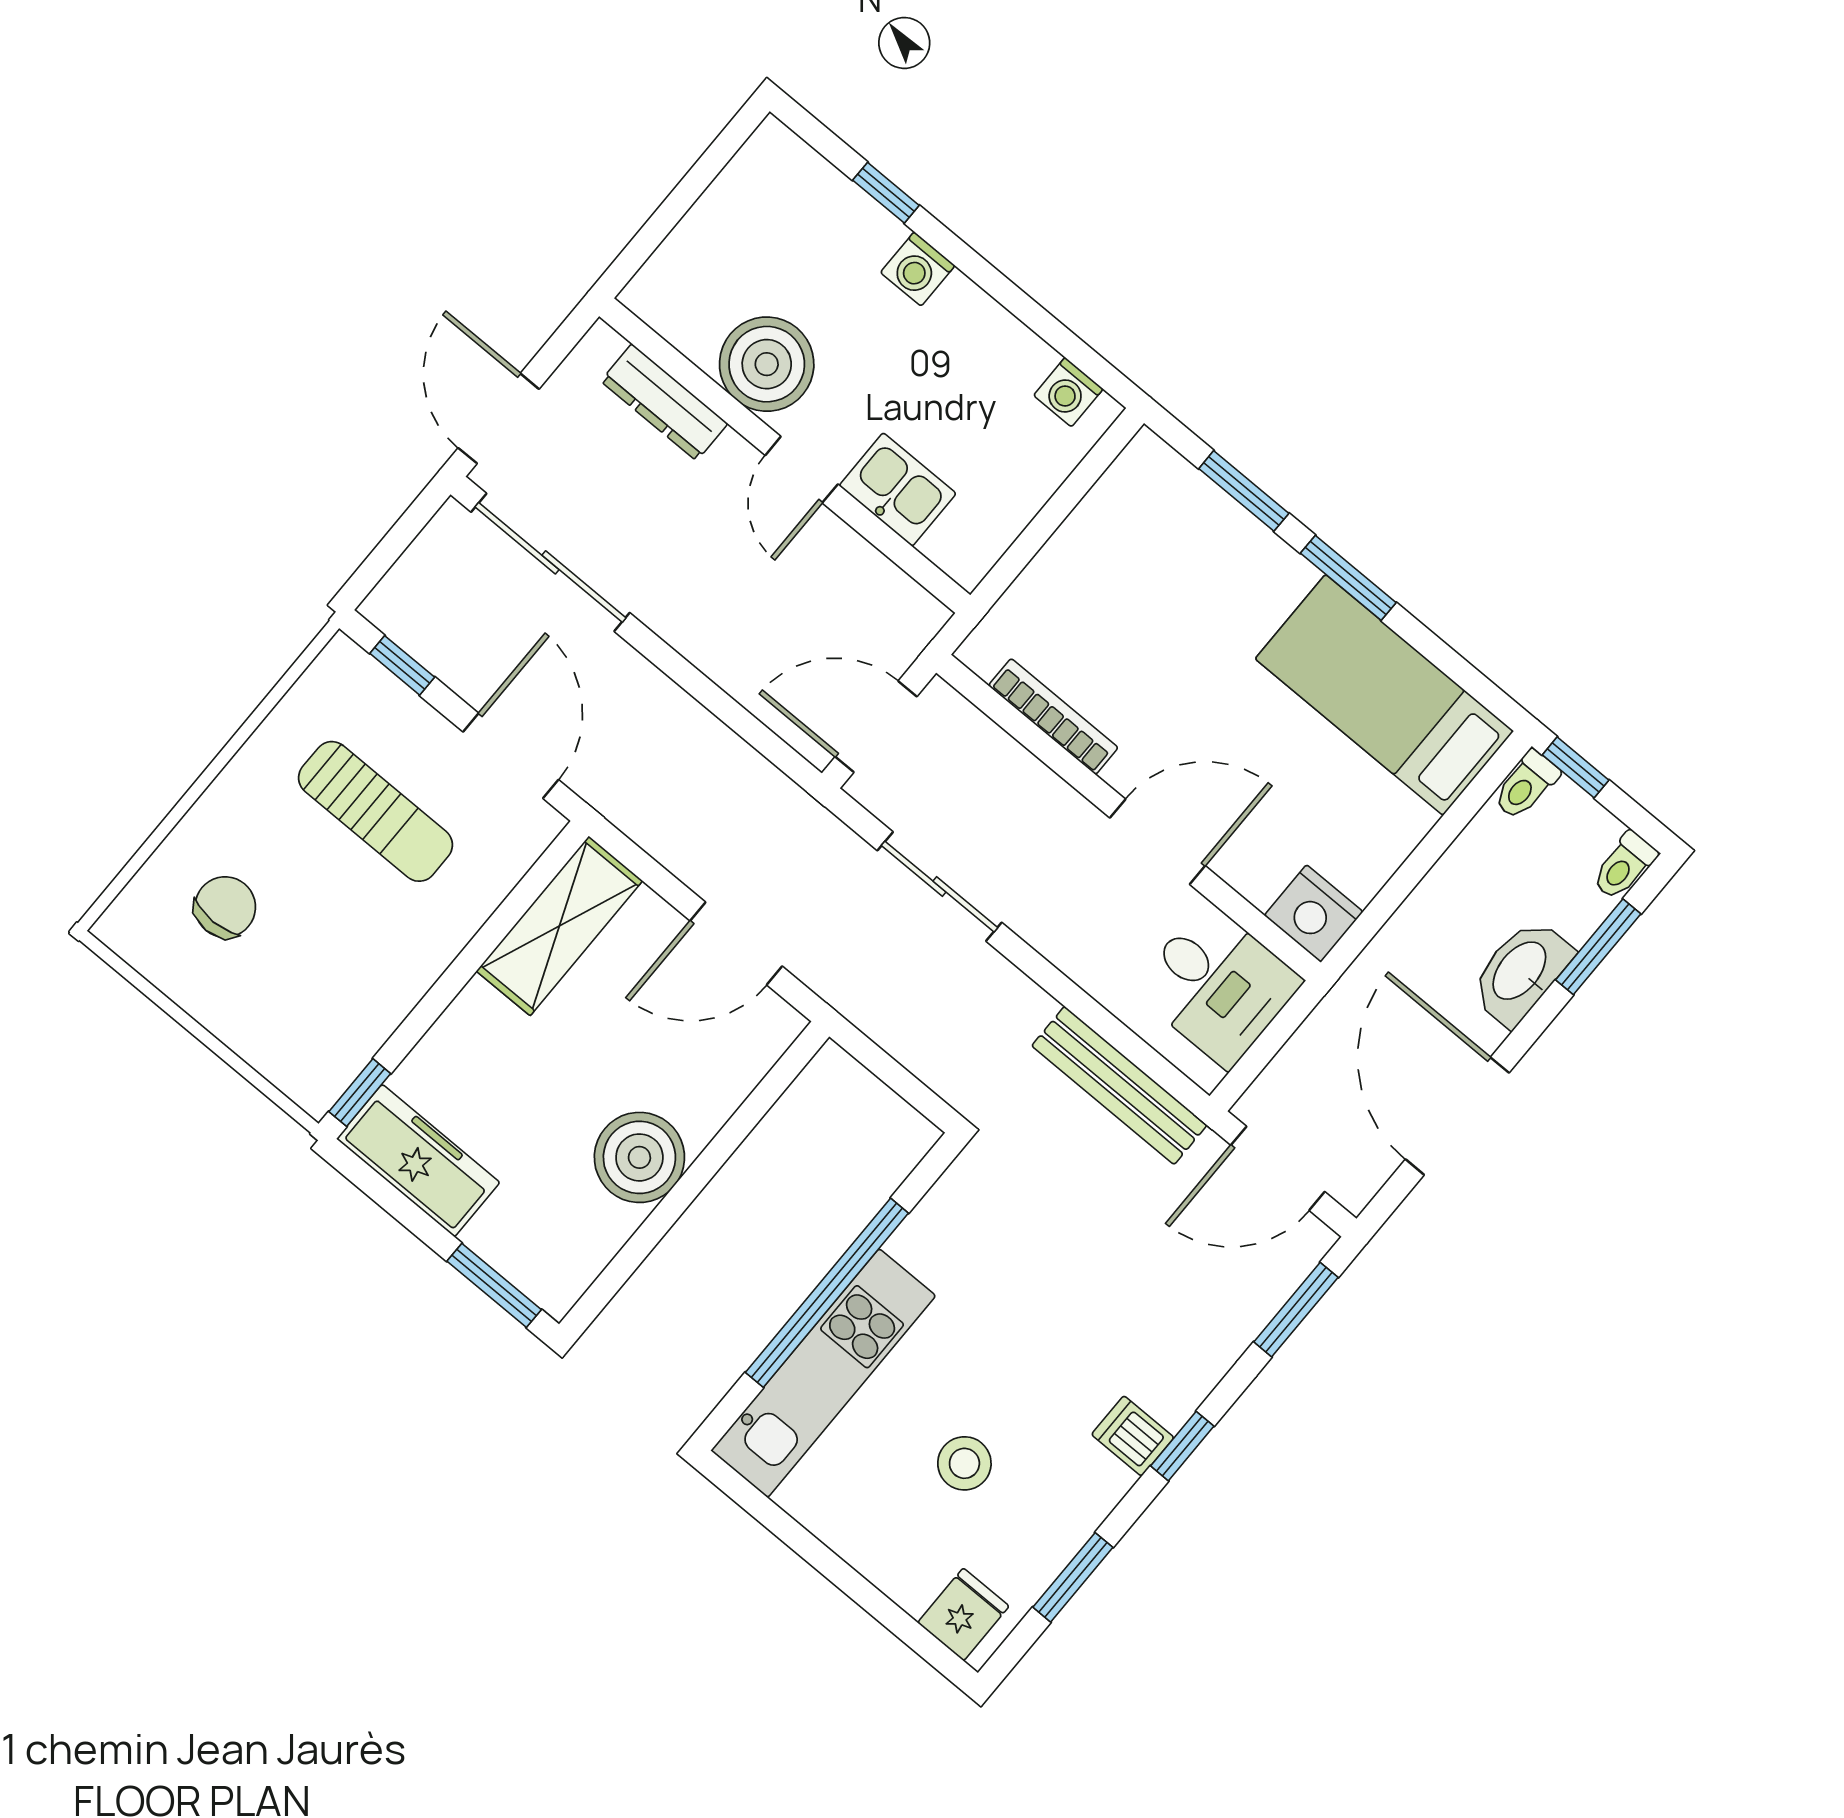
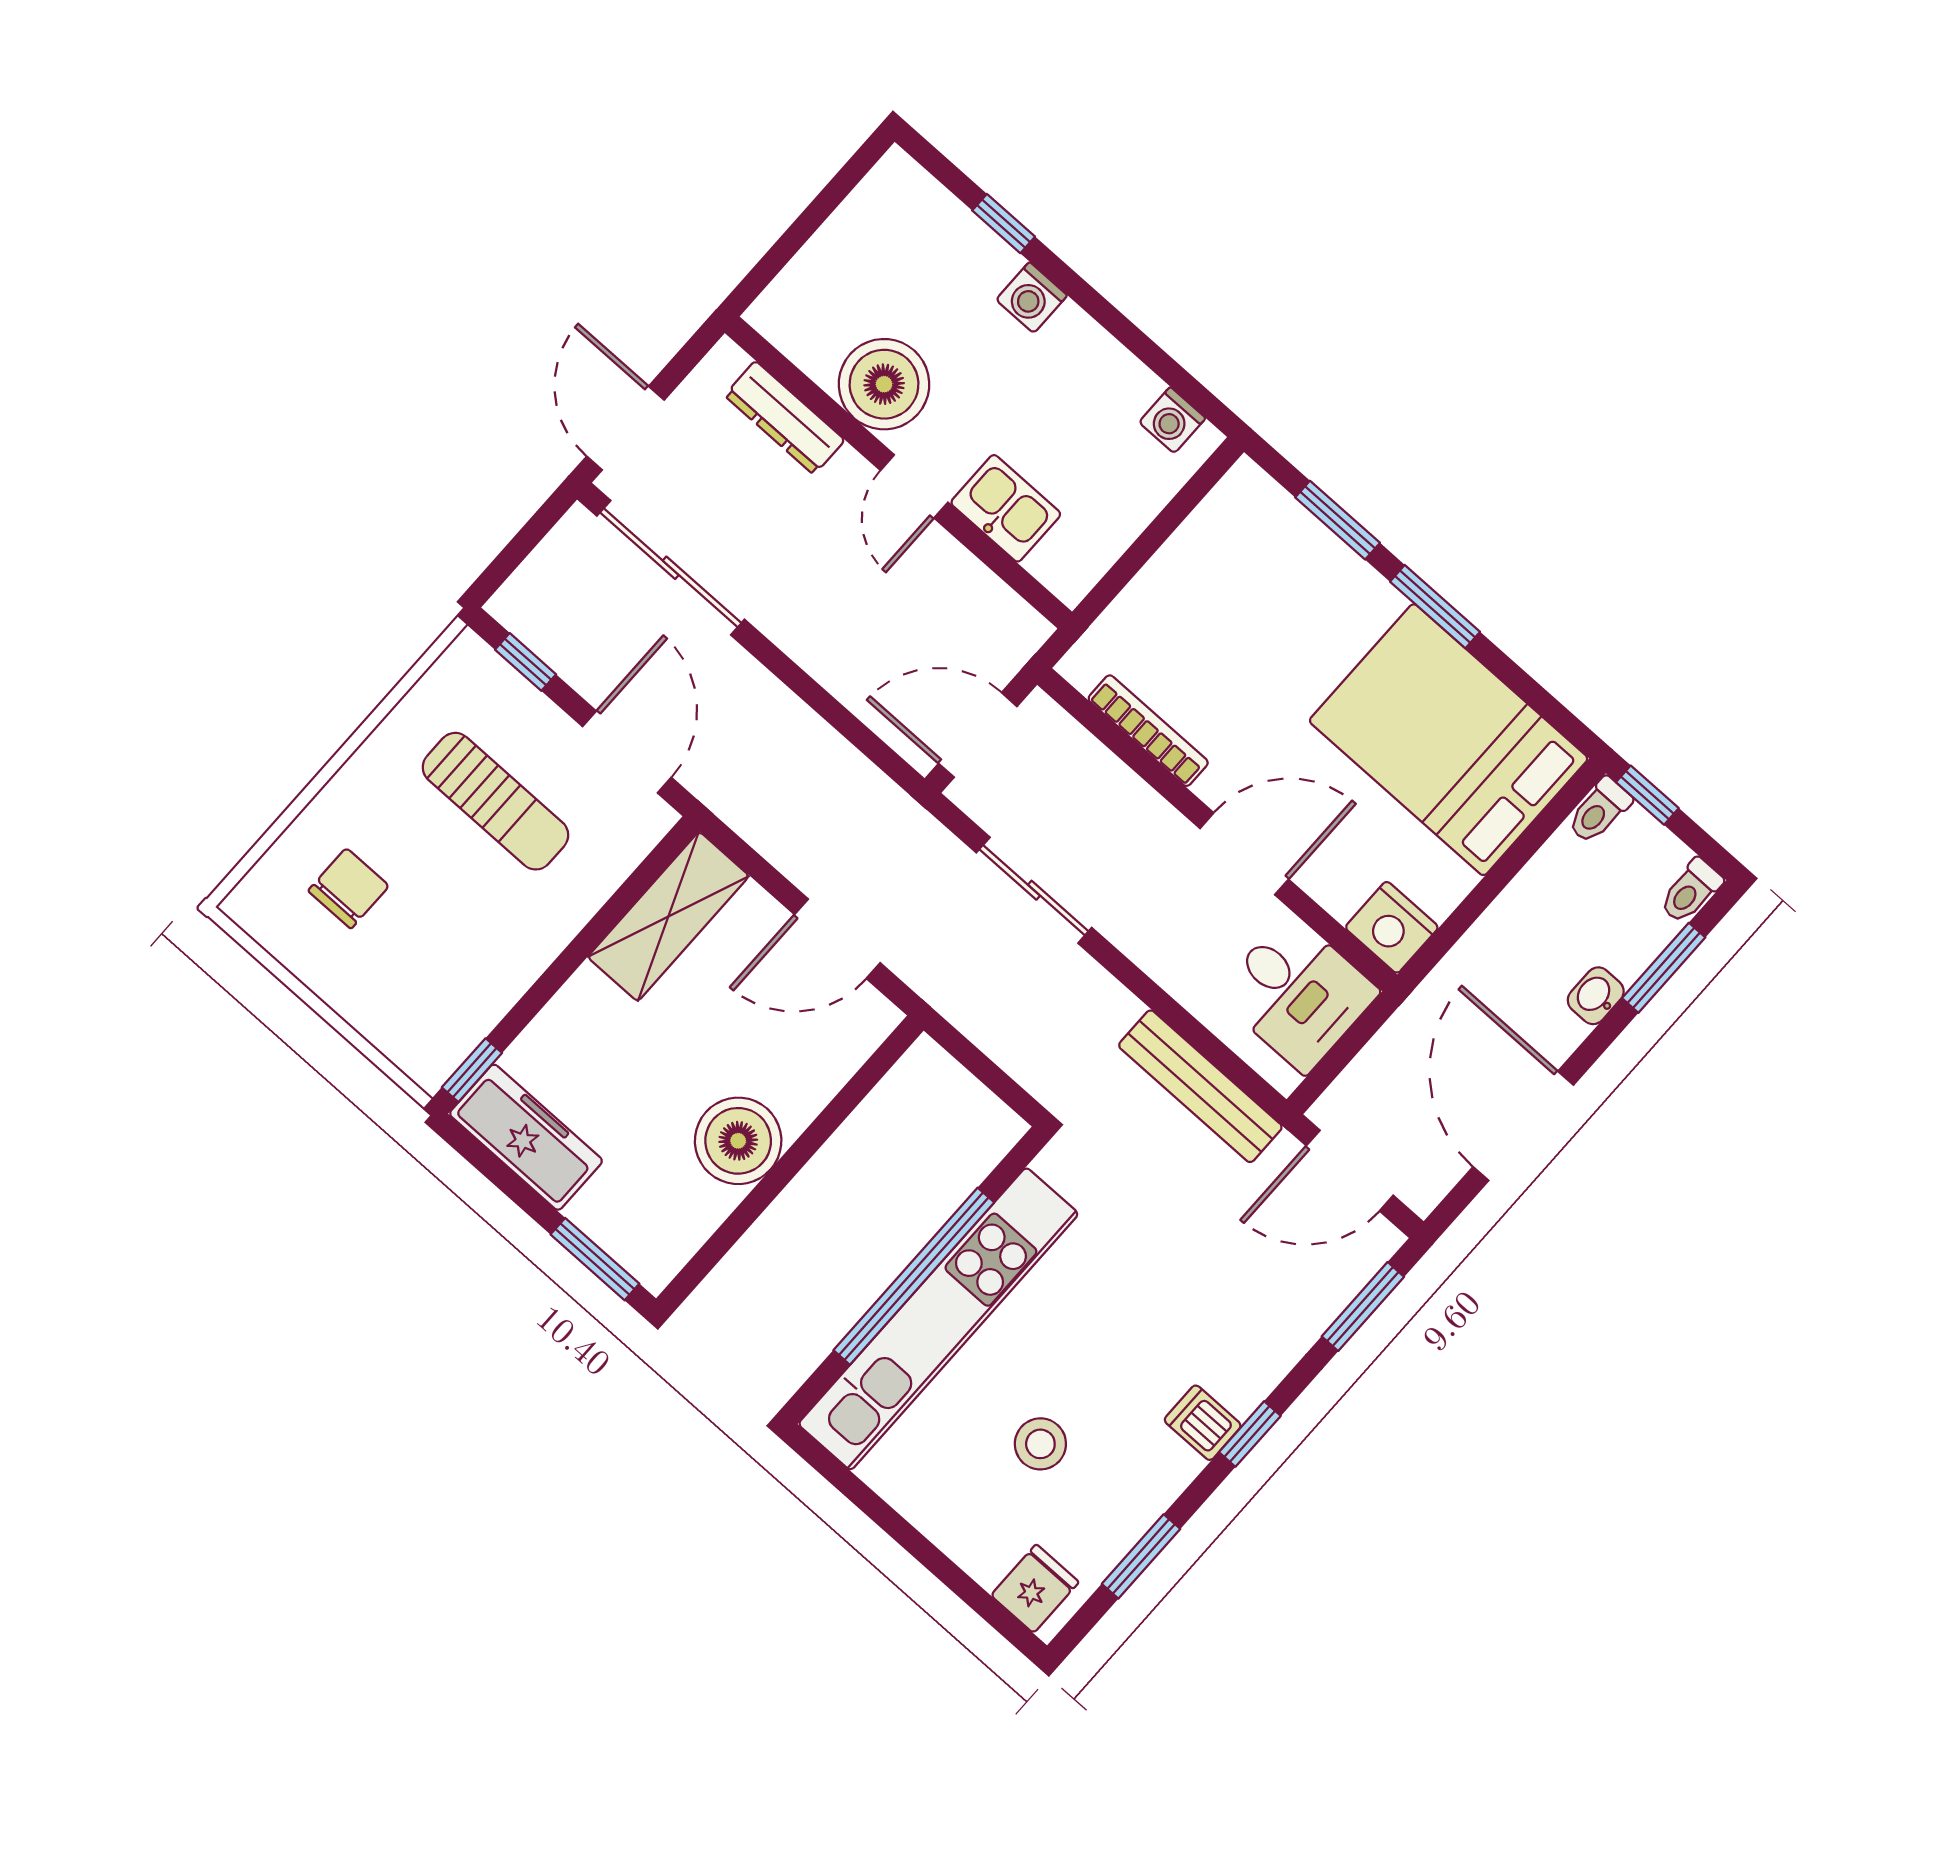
bed: (1384, 695) -> (1449, 740), width x1.50
washbasin: (1521, 972) -> (1596, 996), width x0.52, depth x0.69
kitchen unit: (823, 1373) -> (938, 1319), width x1.36

